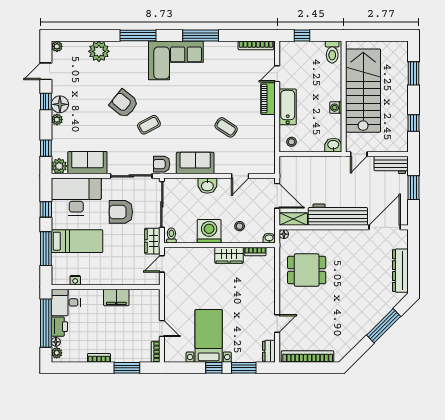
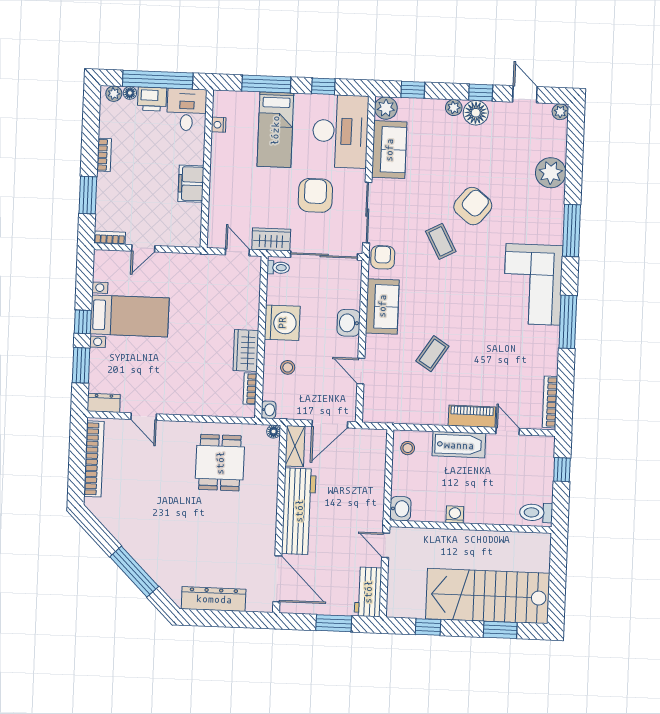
stairs: (363, 91) -> (488, 596), moved, turned 180

